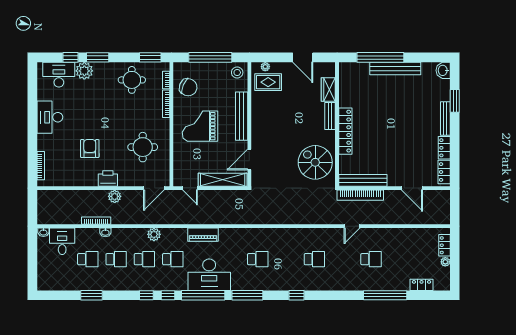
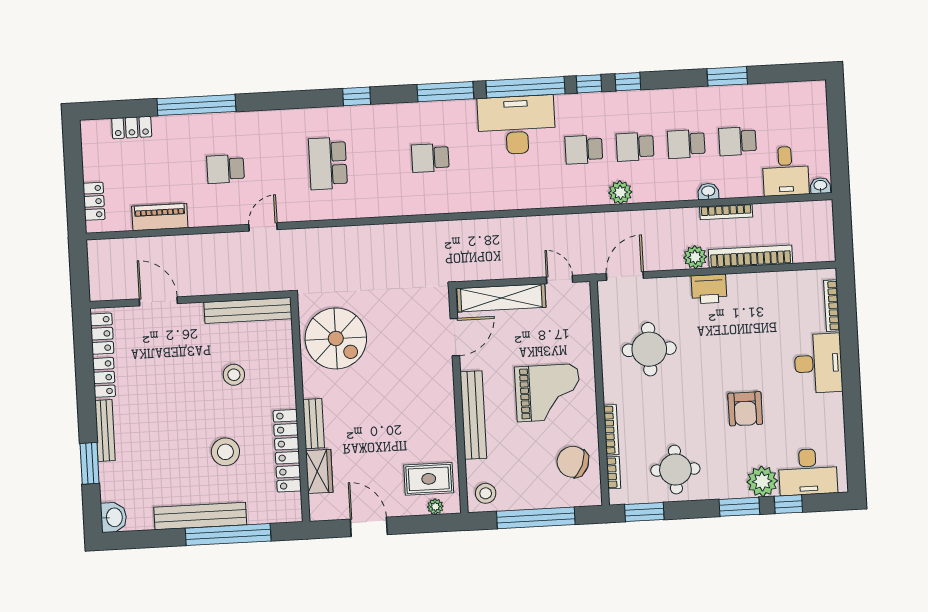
stool: (379, 103) -> (225, 452), added
desk: (50, 117) -> (818, 363), moved
locker: (345, 131) -> (287, 451), moved
stool: (372, 145) -> (234, 375), added
armchair: (90, 149) -> (745, 409), moved
bookcase: (360, 195) -> (750, 256), moved
piano: (203, 235) -> (160, 217), moved
school desk: (314, 259) -> (328, 163), width x1.85
plant: (445, 262) -> (91, 171), removed

